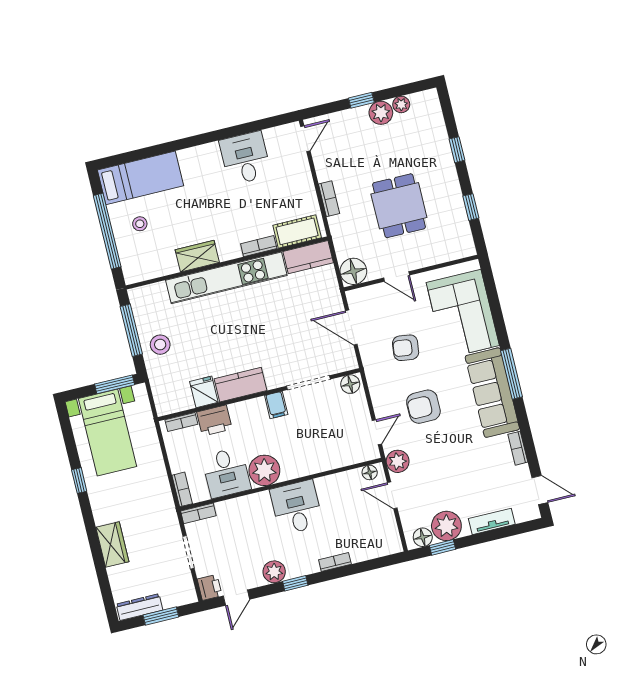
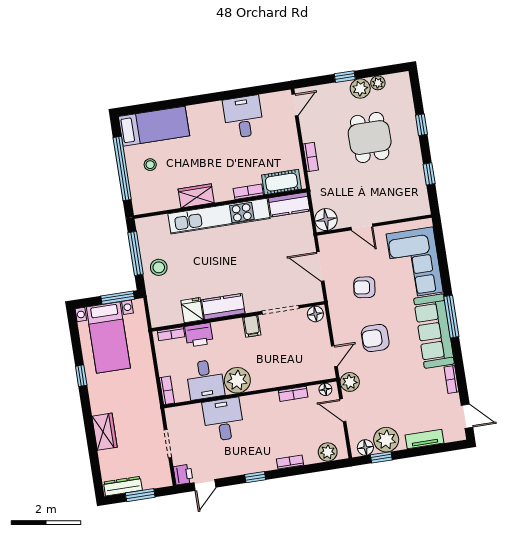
dining table: (399, 206) -> (370, 138), moved
desk: (296, 507) -> (223, 420), moved
bookcase: (198, 513) -> (293, 394), moved
plant: (274, 572) -> (328, 452), moved

